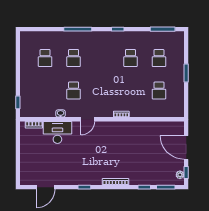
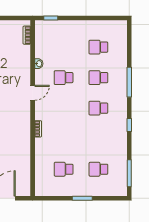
school desk: (130, 58) -> (98, 108), moved
door: (88, 119) -> (33, 93), swing flipped
desk: (57, 132) -> (19, 60), removed

